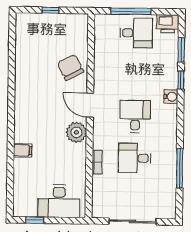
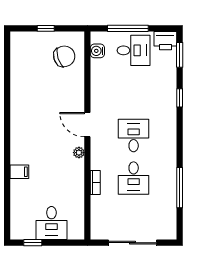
window: (181, 50) -> (180, 55), moved
chair: (70, 67) -> (64, 56), moved, turned 99
water cooler: (171, 97) -> (97, 51), moved, turned 180
plant: (76, 132) -> (79, 153), width x0.53, depth x0.53
desk: (135, 158) -> (134, 178), turned -90
desk: (59, 201) -> (51, 223), width x0.73

